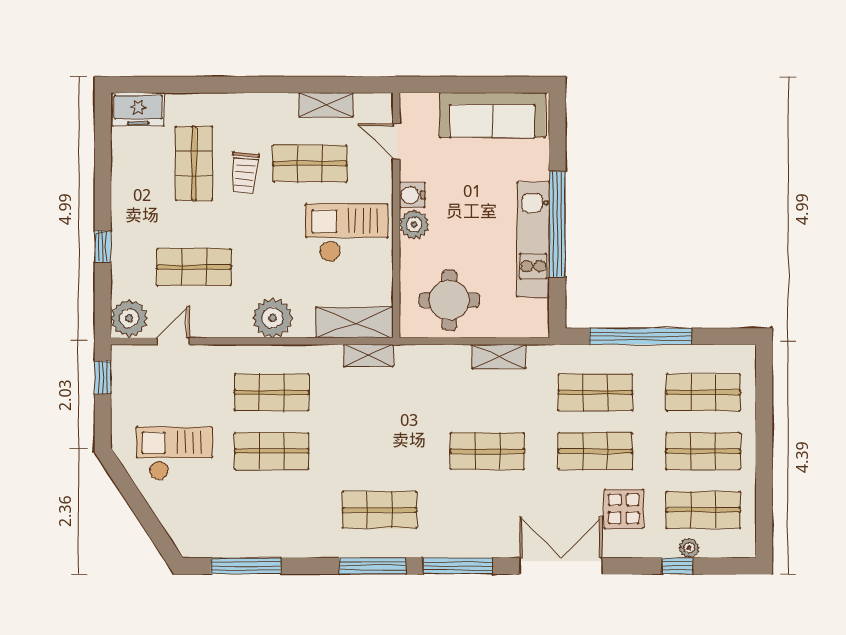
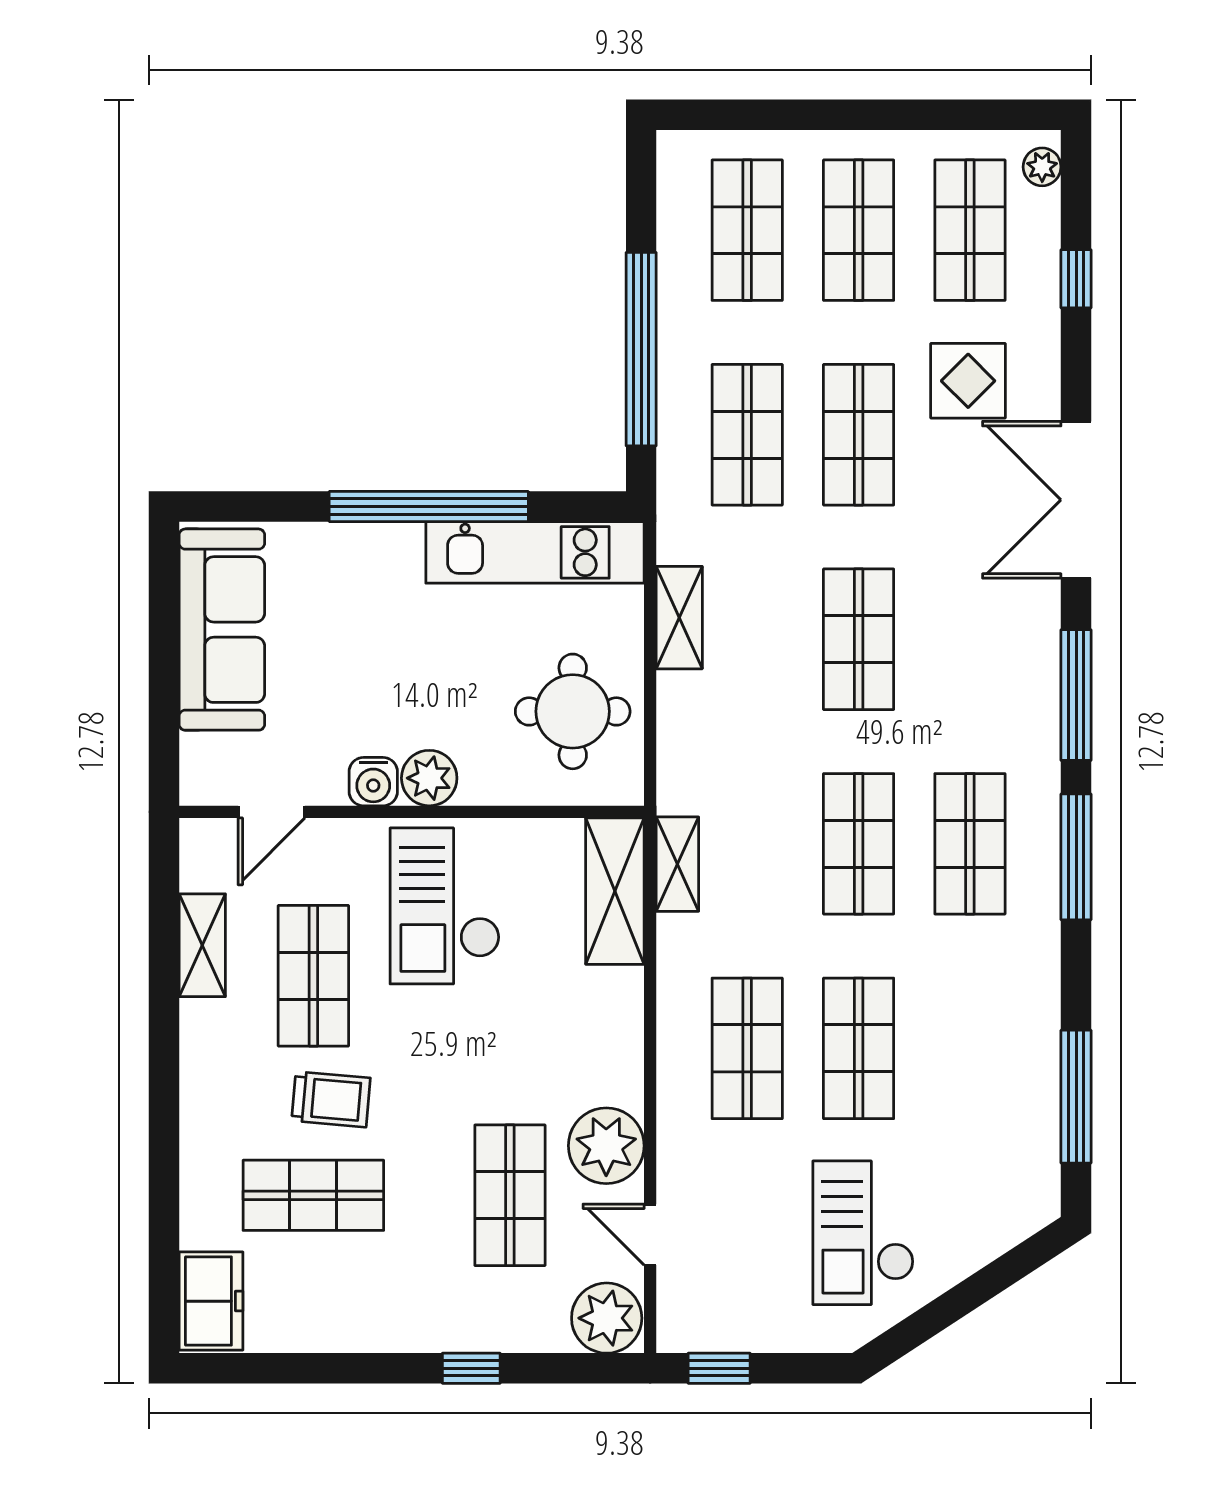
kitchen unit: (533, 240) -> (535, 552), moved
plant: (272, 318) -> (606, 1146), moved
shop shelf: (379, 451) -> (859, 844), added
plant: (689, 548) -> (1042, 167), moved

